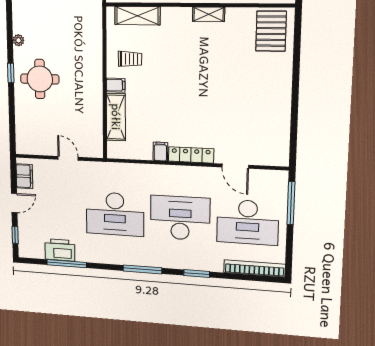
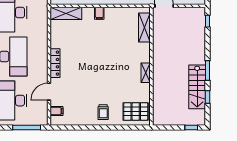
trolley: (130, 59) -> (103, 112), moved
shelving: (116, 117) -> (66, 13), moved
filing cabinet: (160, 151) -> (57, 111), moved

